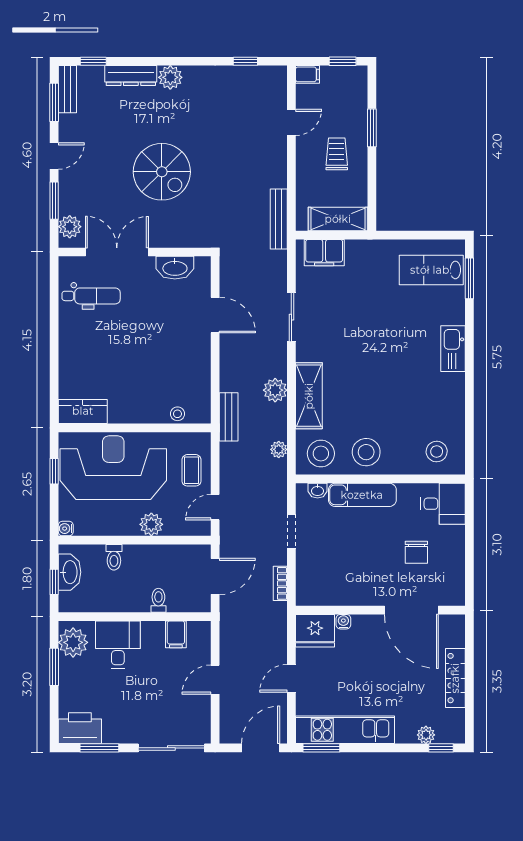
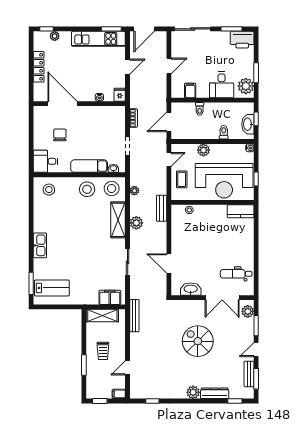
bench: (67, 89) -> (249, 374), moved
fridge: (315, 631) -> (120, 95), width x0.53, depth x0.75

